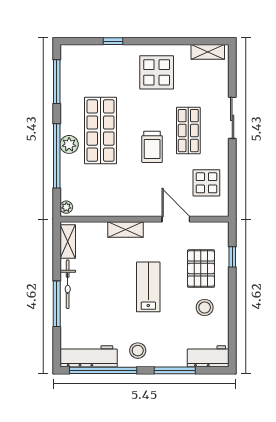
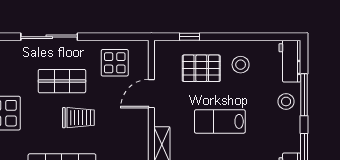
sliding door: (232, 118) -> (49, 37), width x1.37
stool: (138, 351) -> (286, 101), moved

